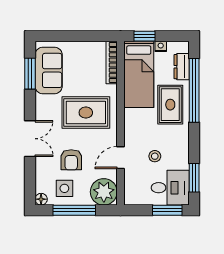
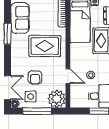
window: (30, 74) -> (8, 34), moved
double door: (30, 139) -> (8, 88), moved
door: (120, 158) -> (68, 76), swing flipped

